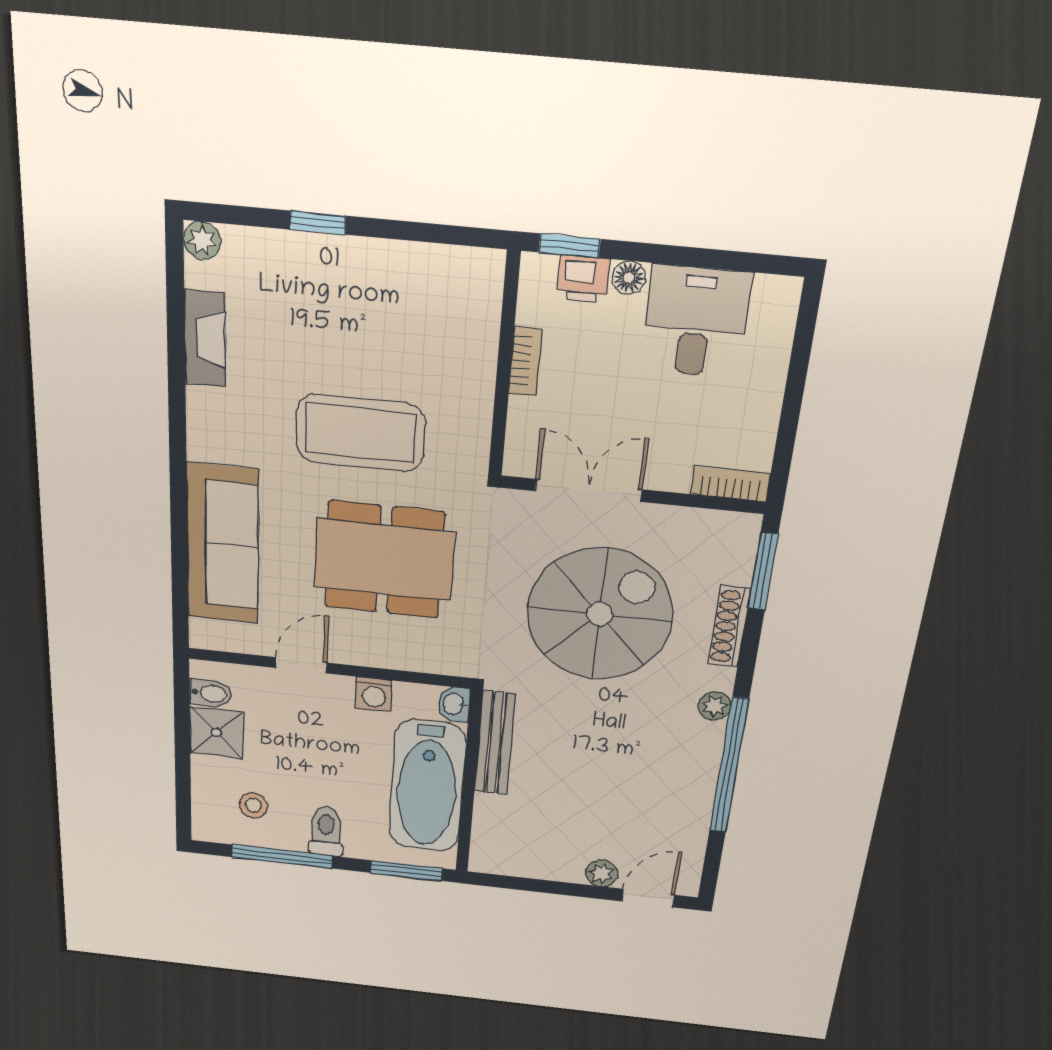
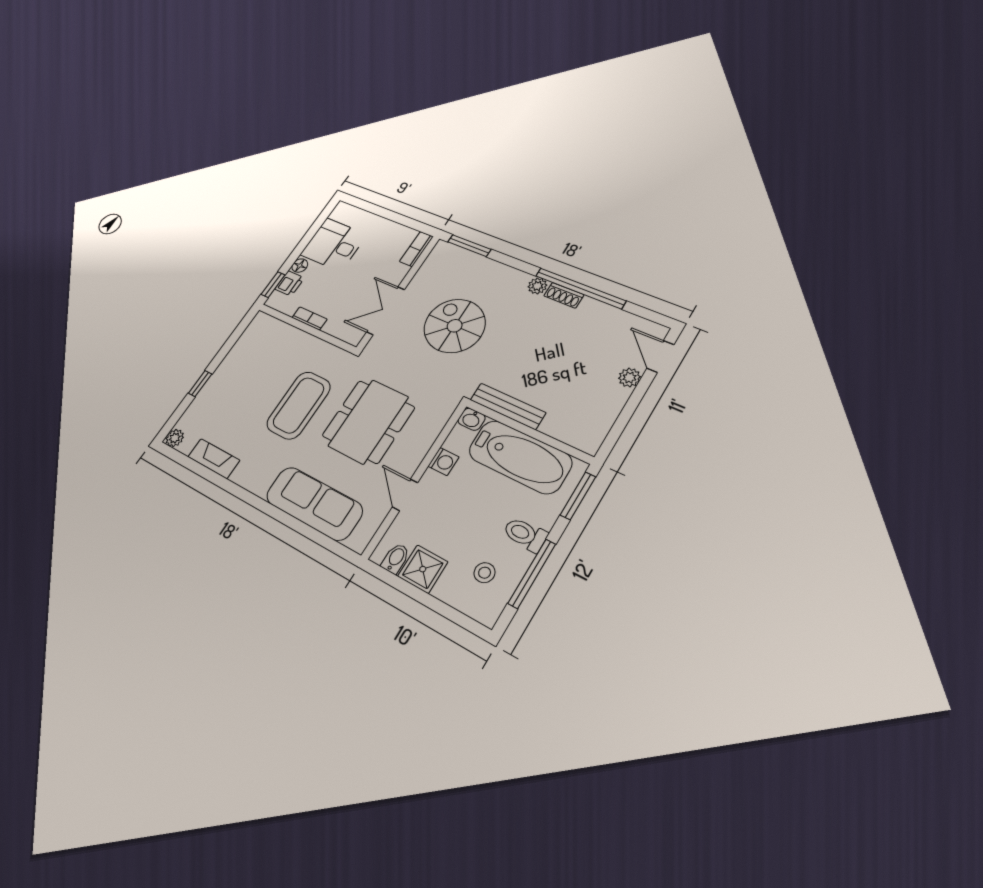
spiral stairs: (600, 614) -> (455, 326), width x0.73, depth x0.73
shoe rack: (729, 627) -> (564, 295), moved, width x0.70

